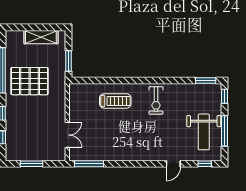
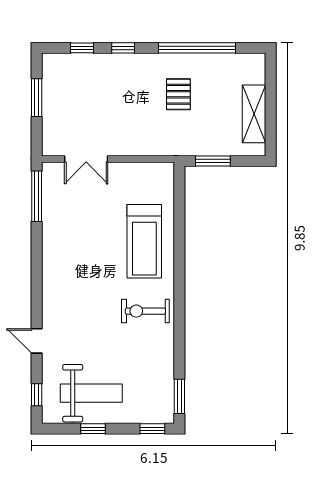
pallet: (30, 81) -> (178, 94), width x0.49, depth x0.50
treadmill: (115, 101) -> (144, 241), width x1.37, depth x1.38
window: (225, 131) -> (93, 429), width x0.46
weight bench: (204, 132) -> (91, 393), turned 180

